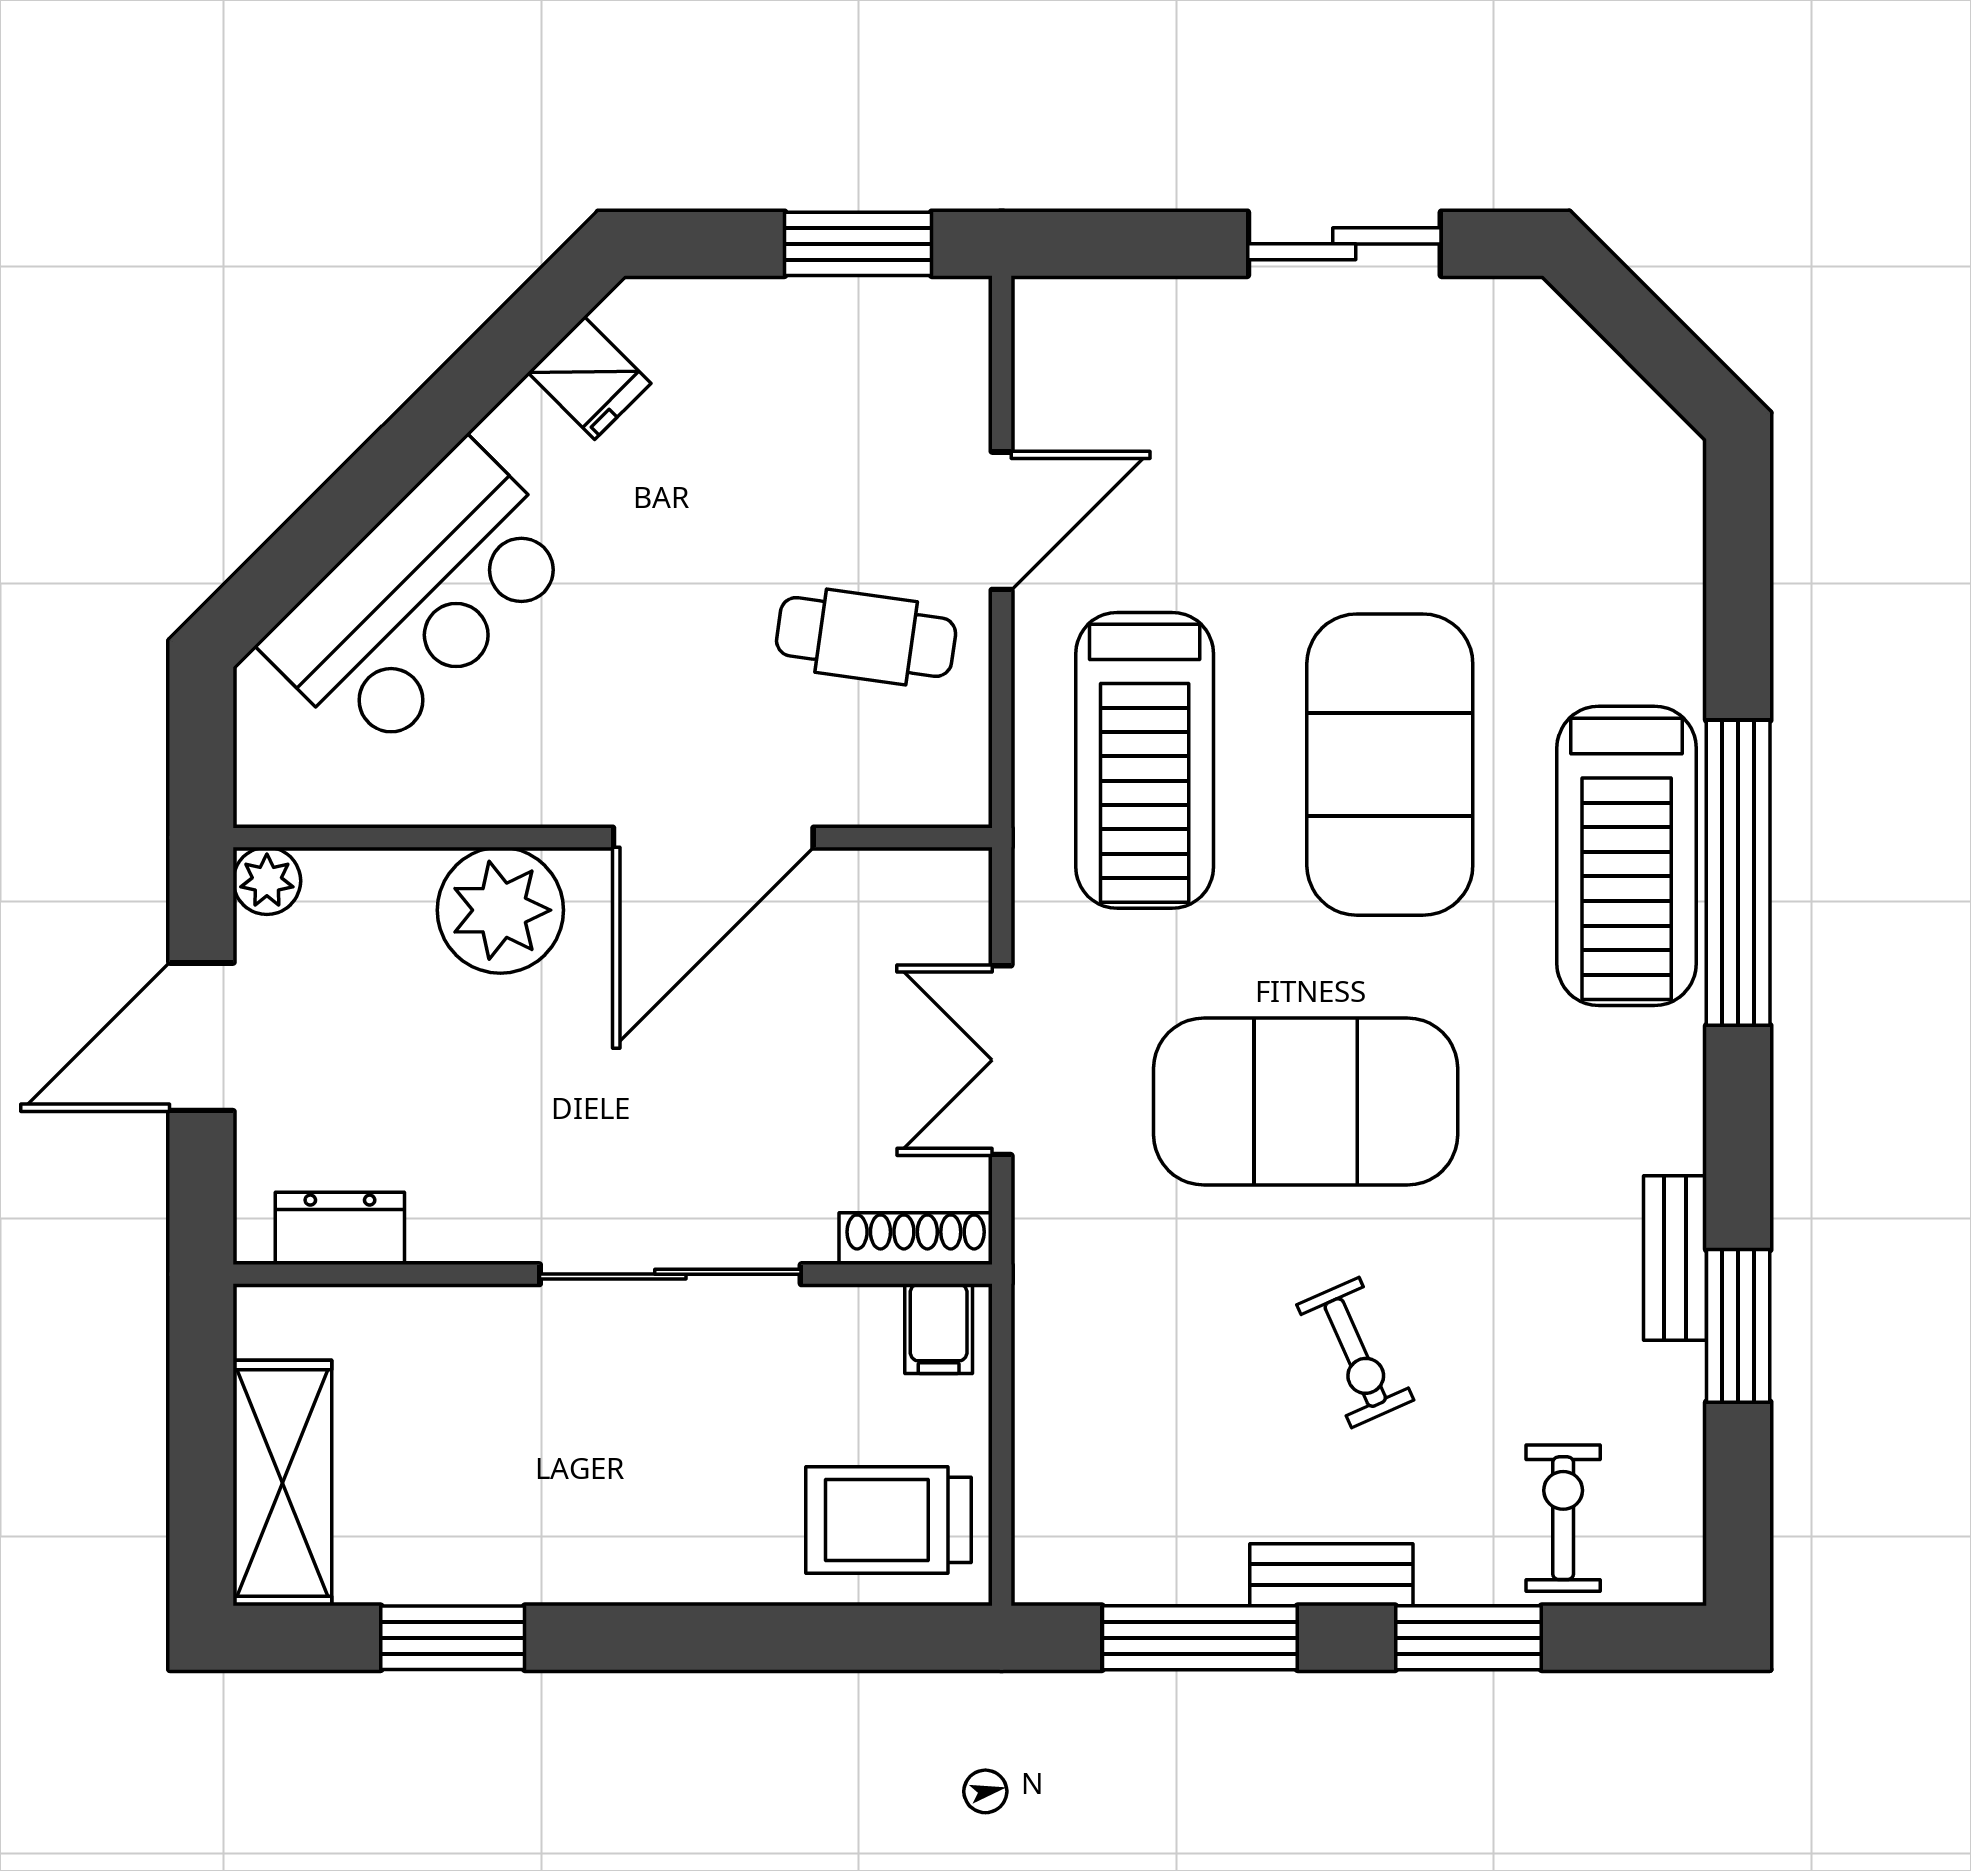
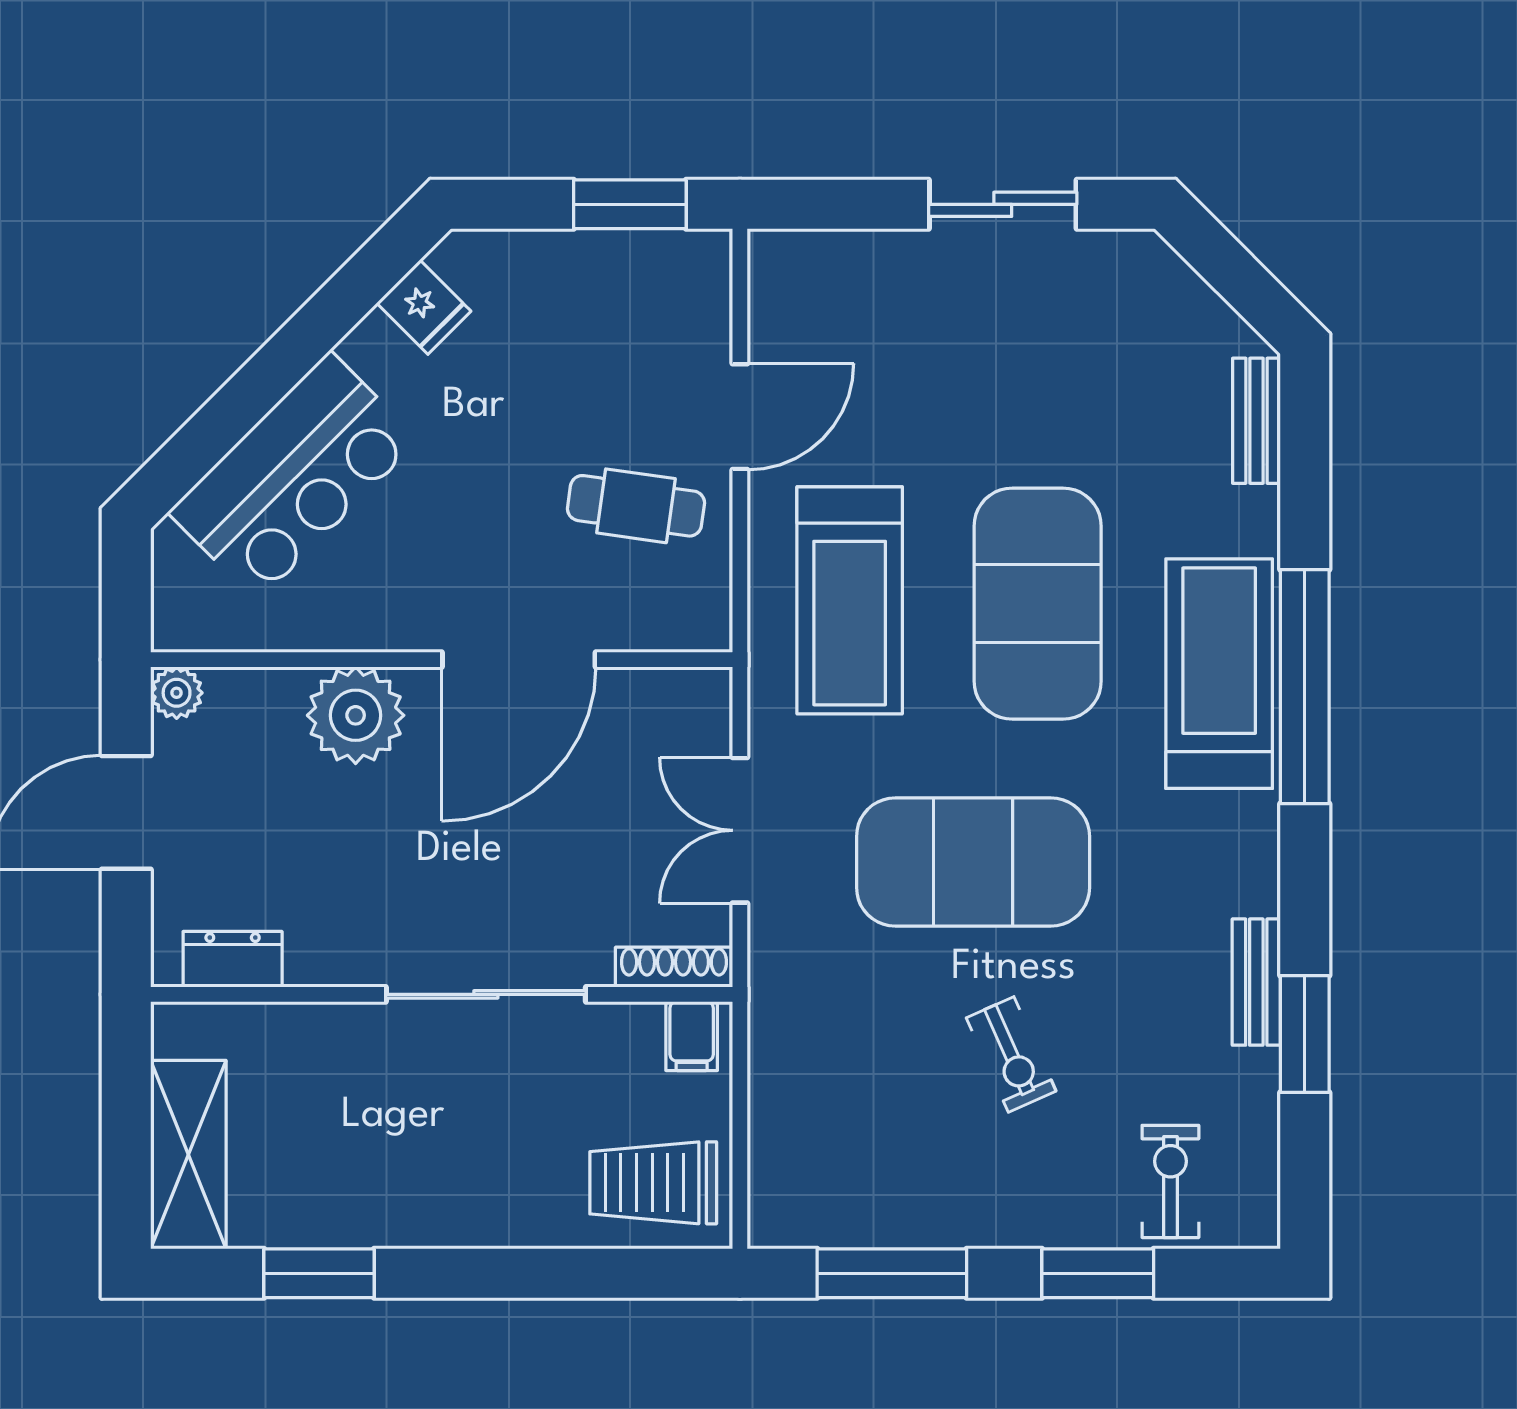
treadmill: (1627, 856) -> (1219, 674), turned 180
bench: (1331, 1575) -> (1257, 421), moved, turned 90

